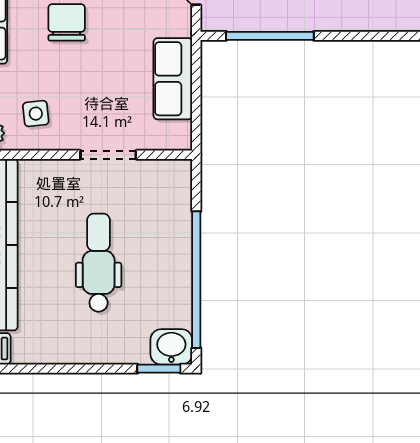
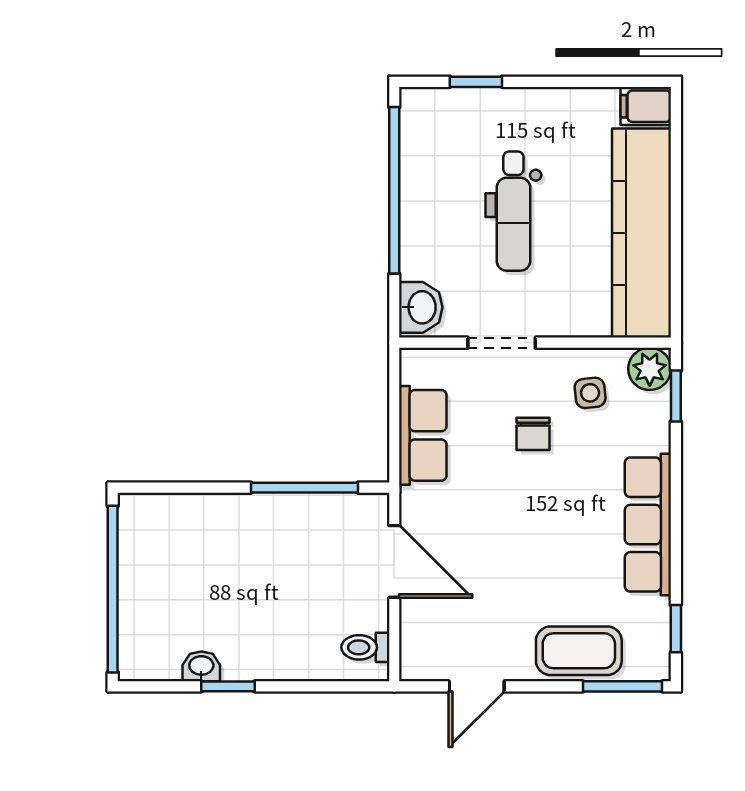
chair: (67, 22) -> (533, 434), moved, width x0.73, depth x0.73
washbasin: (171, 347) -> (421, 307), moved, turned -90
window: (159, 369) -> (476, 82), moved

